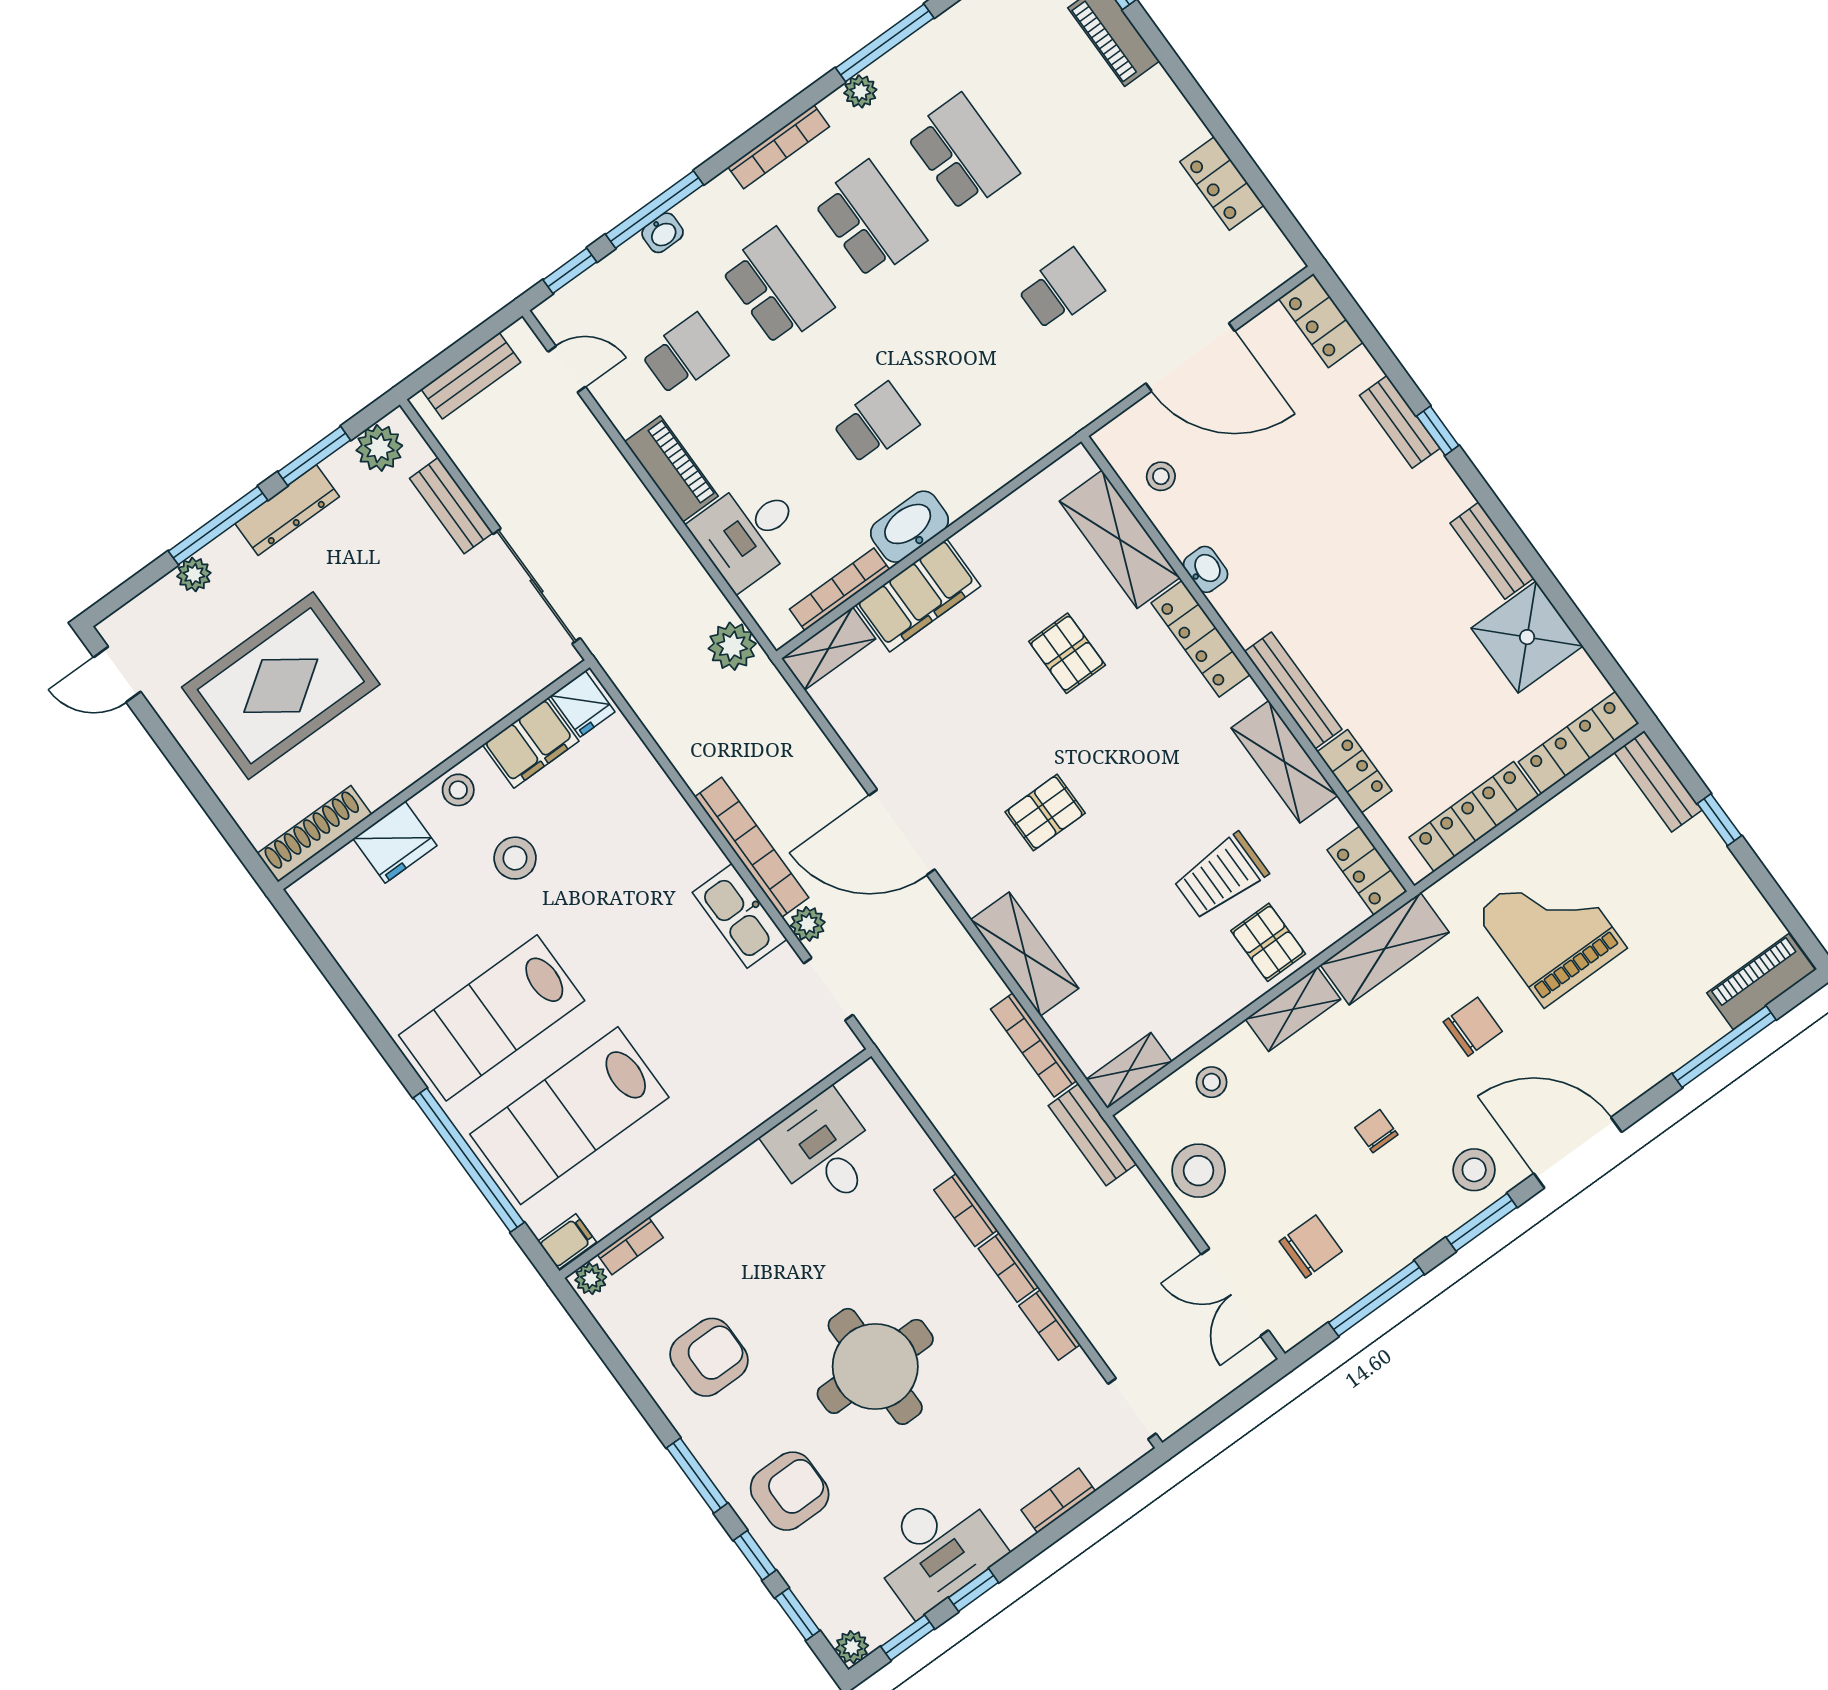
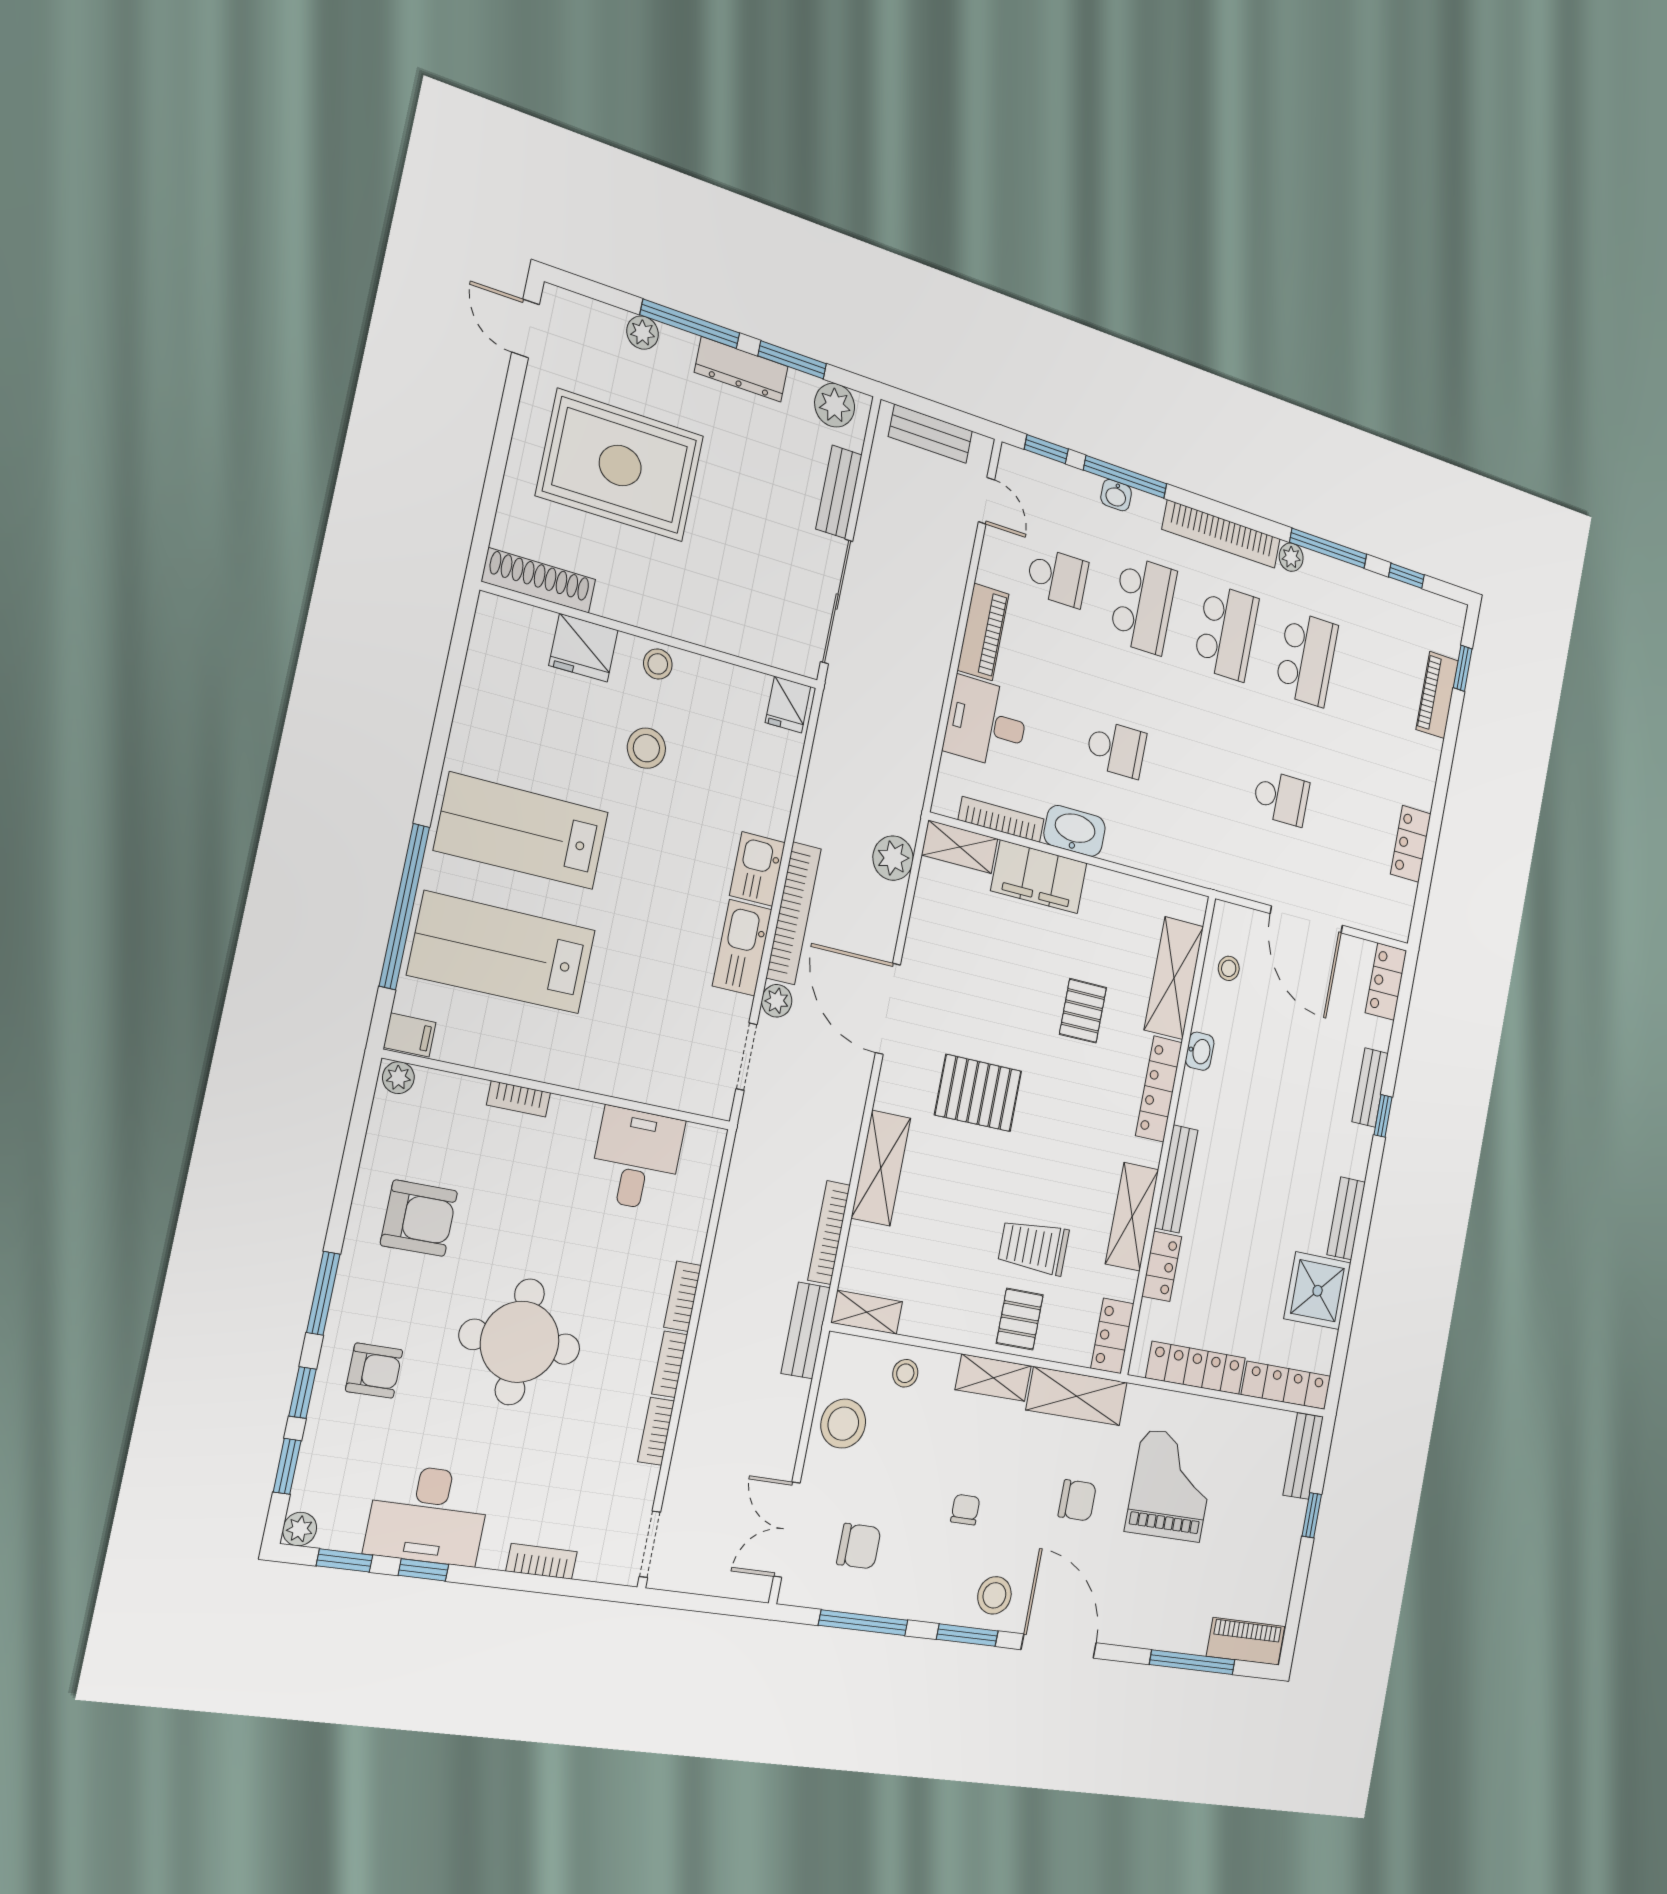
bookcase: (779, 147) -> (1221, 534), width x1.48, depth x1.31
plant: (732, 646) -> (893, 858), moved
filing cabinet: (531, 743) -> (732, 690), removed
pallet: (1045, 812) -> (978, 1093), width x1.50, depth x1.42
kitchen sink: (689, 847) -> (757, 869), added
bookcase: (630, 1246) -> (519, 1099), moved
armchair: (790, 1491) -> (374, 1371), width x0.72, depth x0.72

